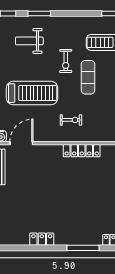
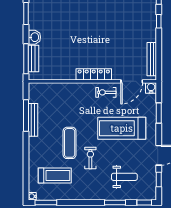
exercise bike: (71, 120) -> (106, 92), moved
locker: (82, 151) -> (94, 74), moved

